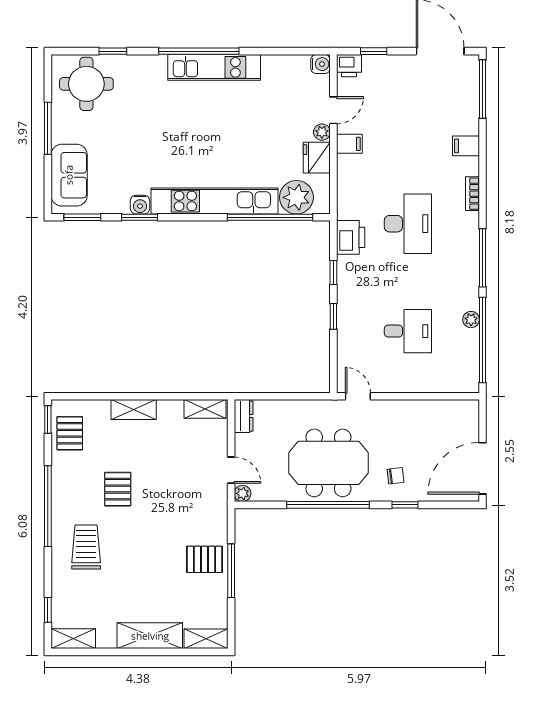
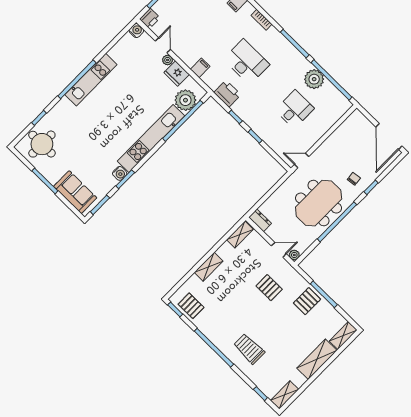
filing cabinet: (349, 144) -> (200, 68), moved
plant: (471, 320) -> (314, 79), width x1.88, depth x1.88
pallet: (118, 489) -> (269, 288), moved

